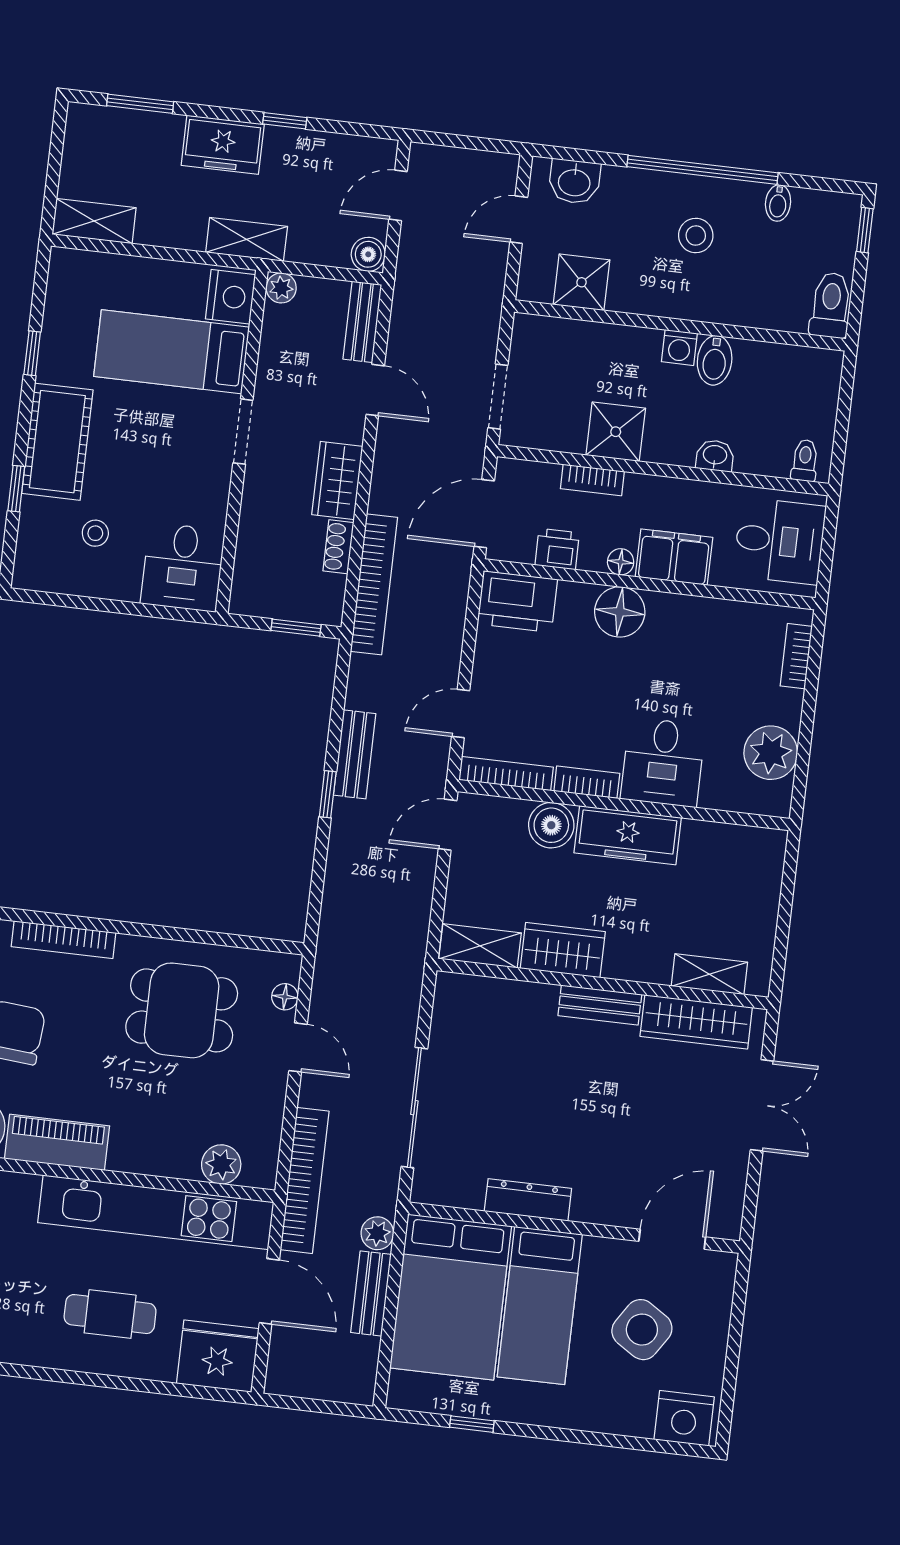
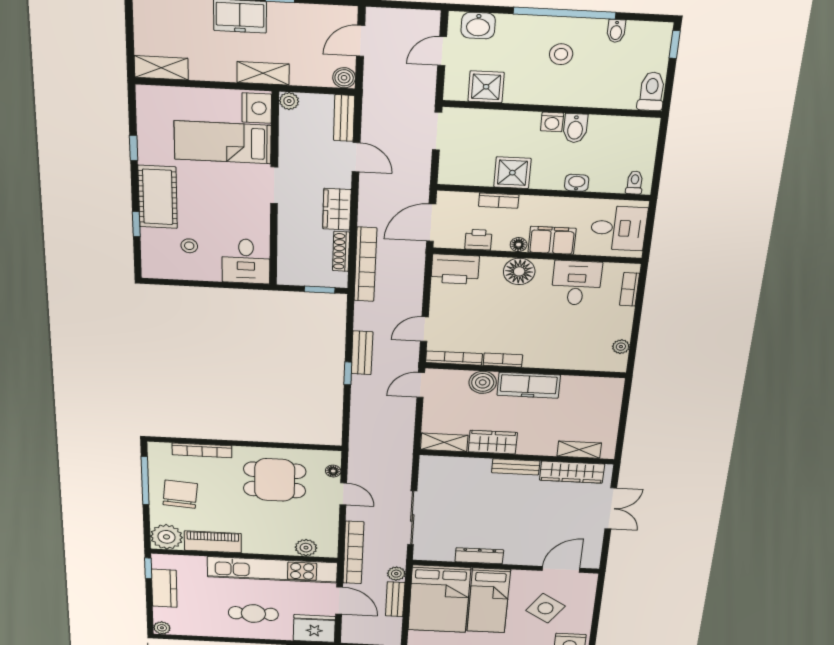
doorway: (498, 397) -> (437, 131), moved
shoe rack: (338, 547) -> (341, 251), width x1.43
plant: (771, 753) -> (621, 347), width x0.53, depth x0.53
desk: (663, 762) -> (576, 283), moved, turned 180

